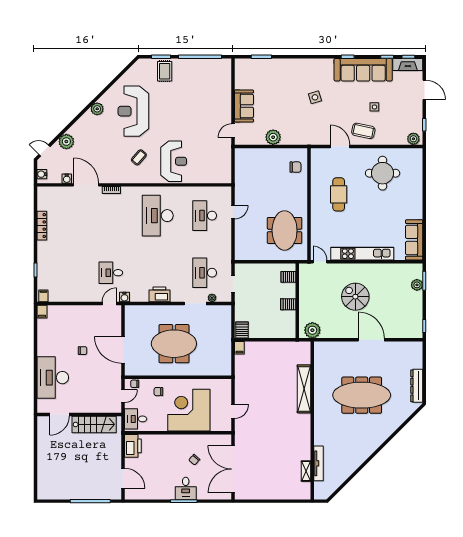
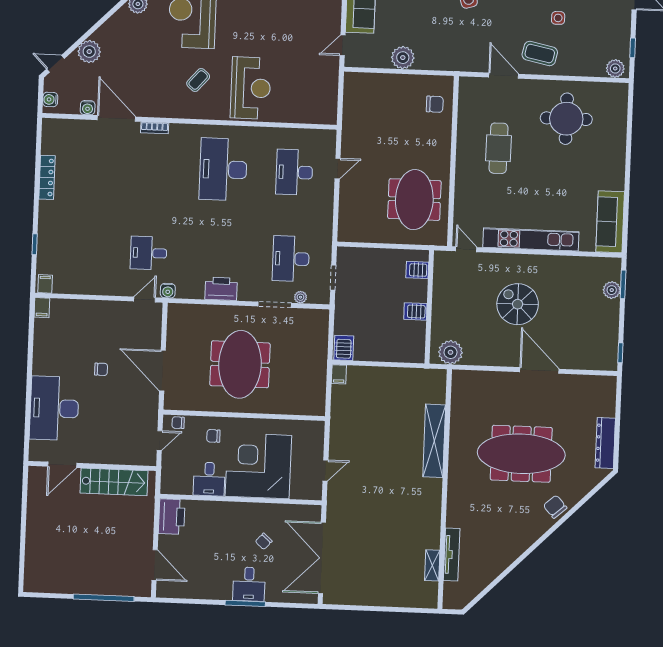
meeting table: (174, 344) -> (240, 364), turned 90
desk: (136, 419) -> (209, 479), moved, turned -90
chair: (385, 429) -> (555, 507), added

